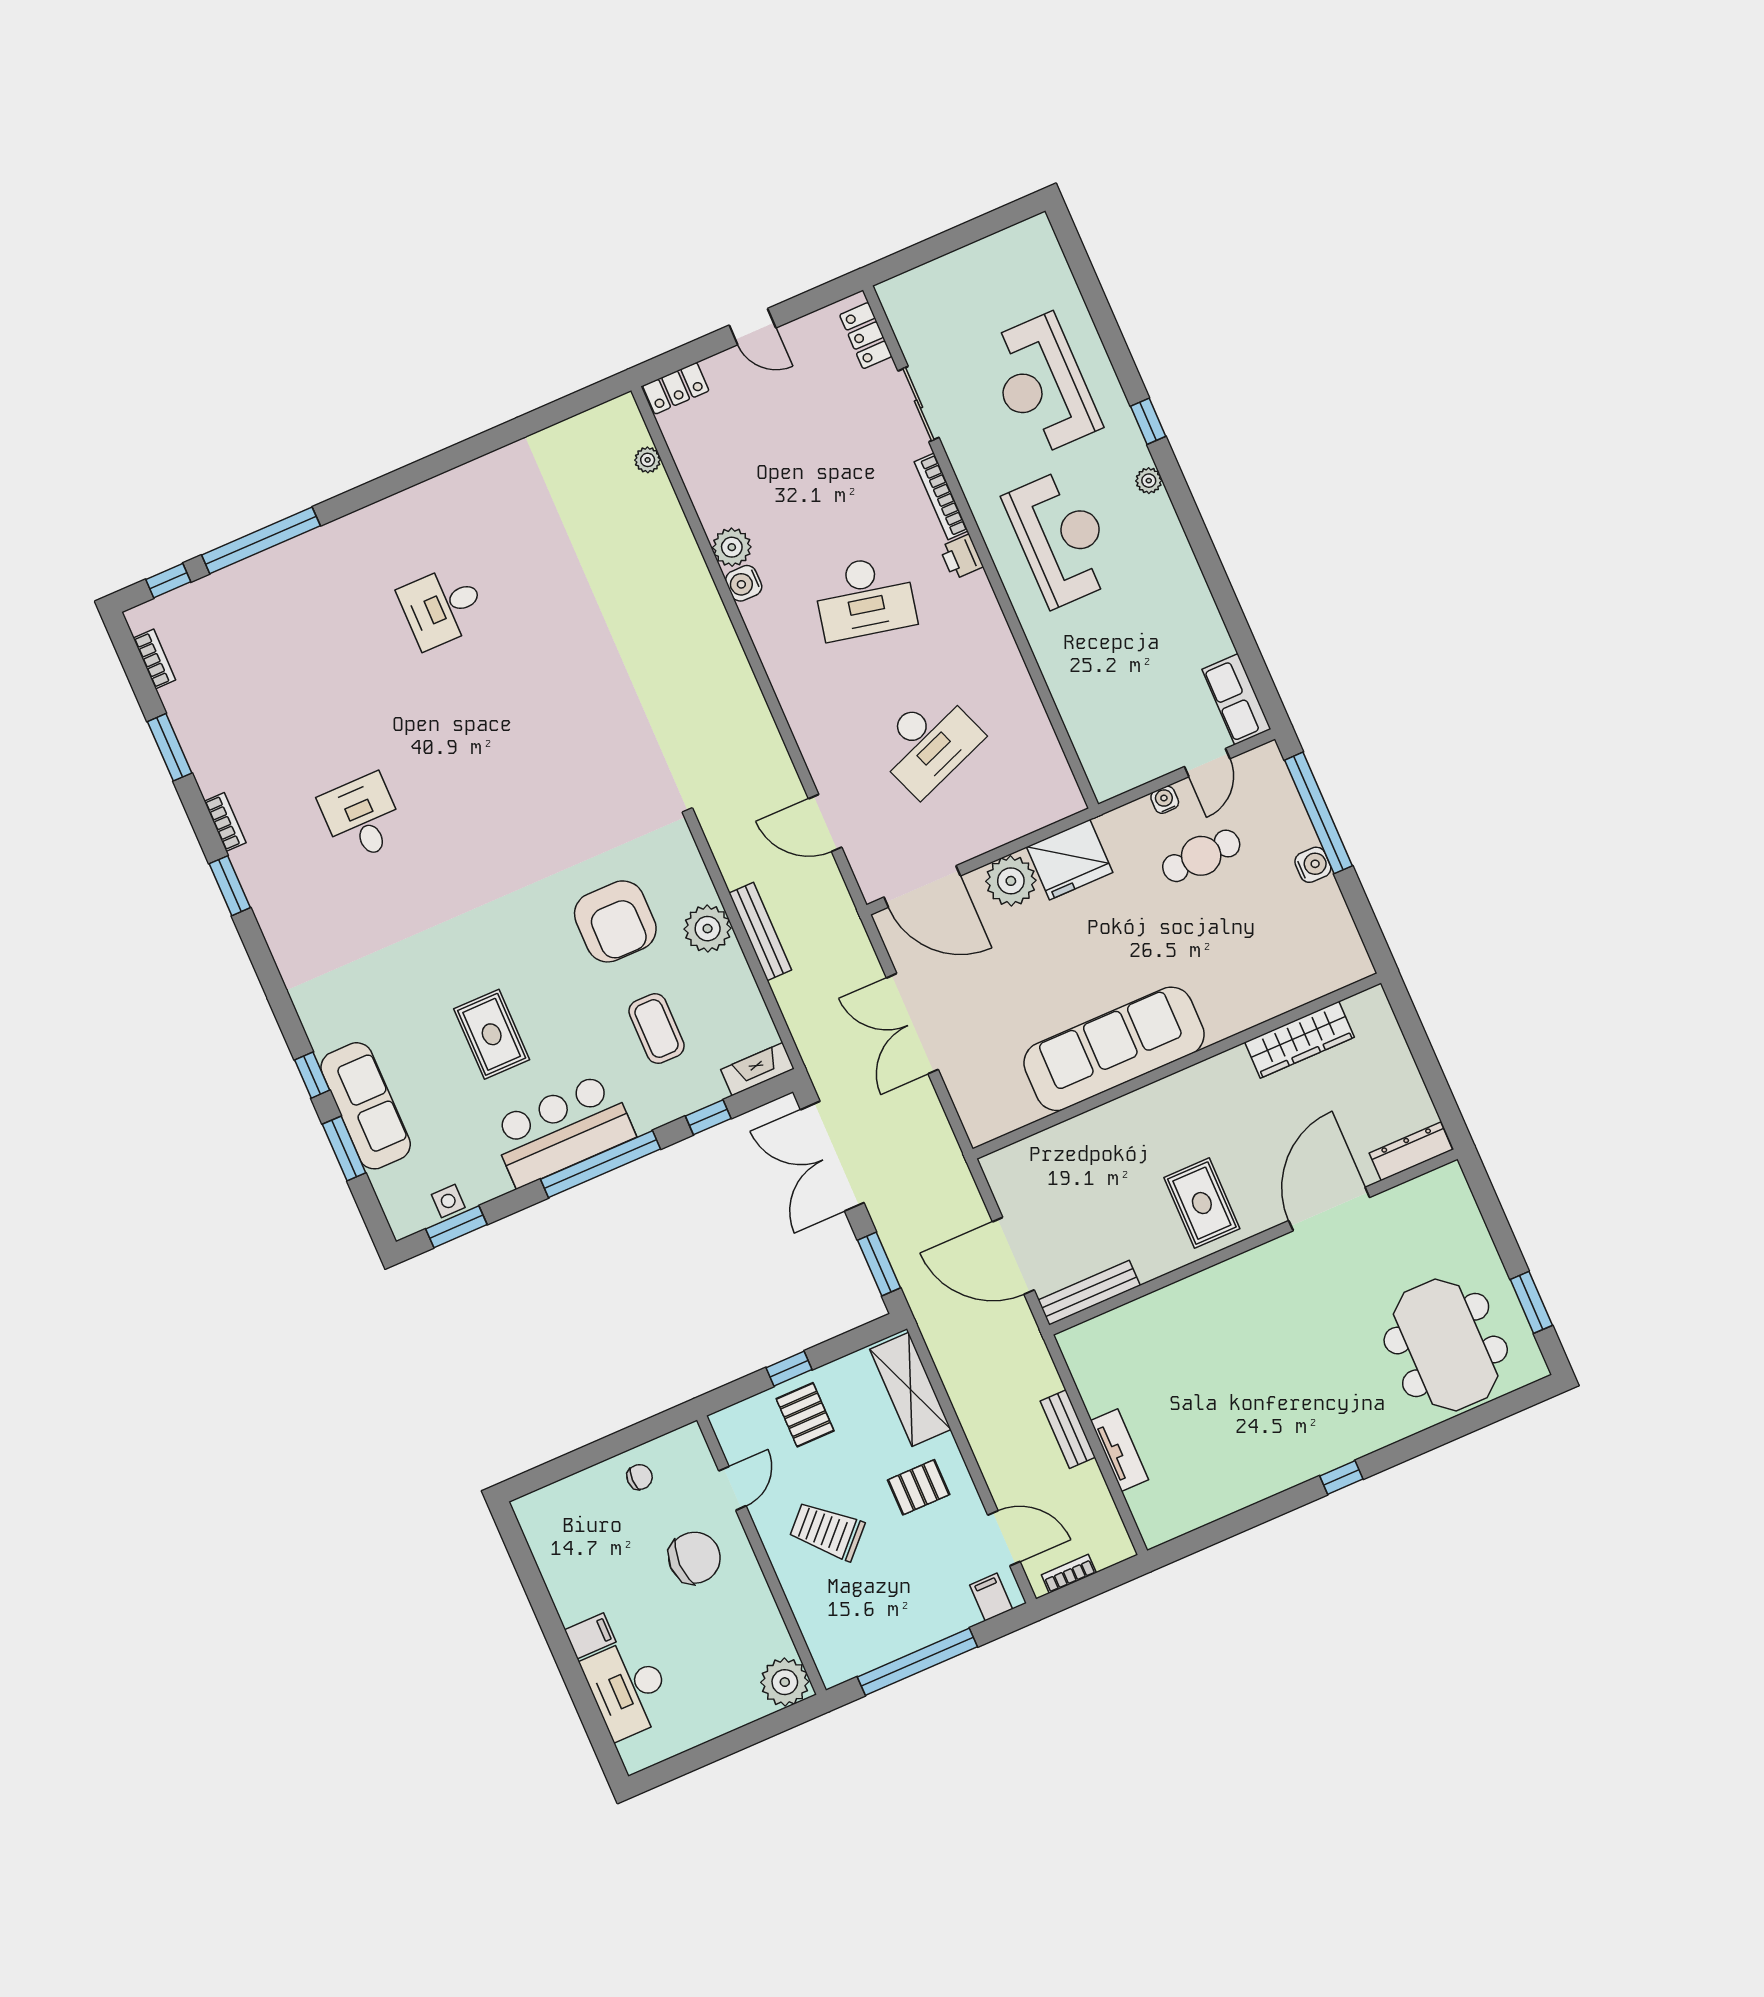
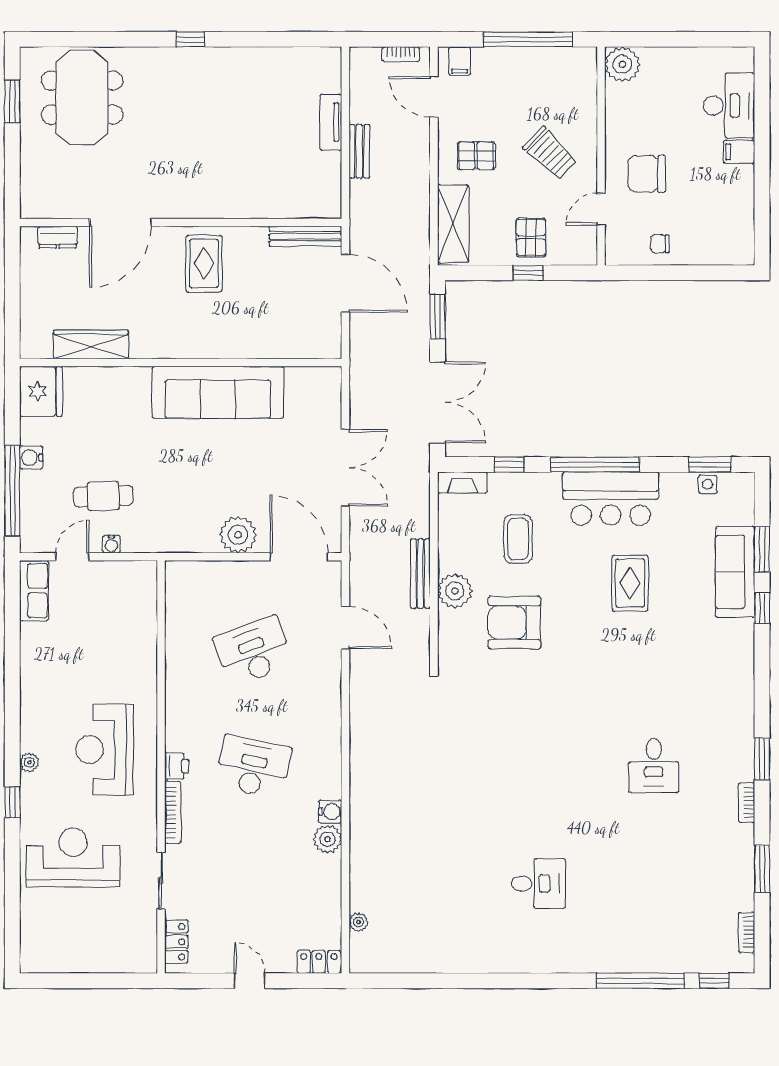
reception desk: (1042, 385) -> (73, 858), turned -90
fridge: (1070, 860) -> (41, 391), moved, turned 90
armchair: (615, 921) -> (514, 623), turned -90
dresser: (1411, 1151) -> (58, 237), width x0.70

